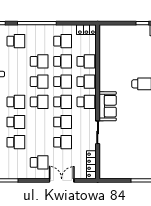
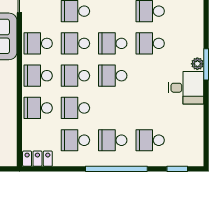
school desk: (39, 61) -> (113, 140), moved

